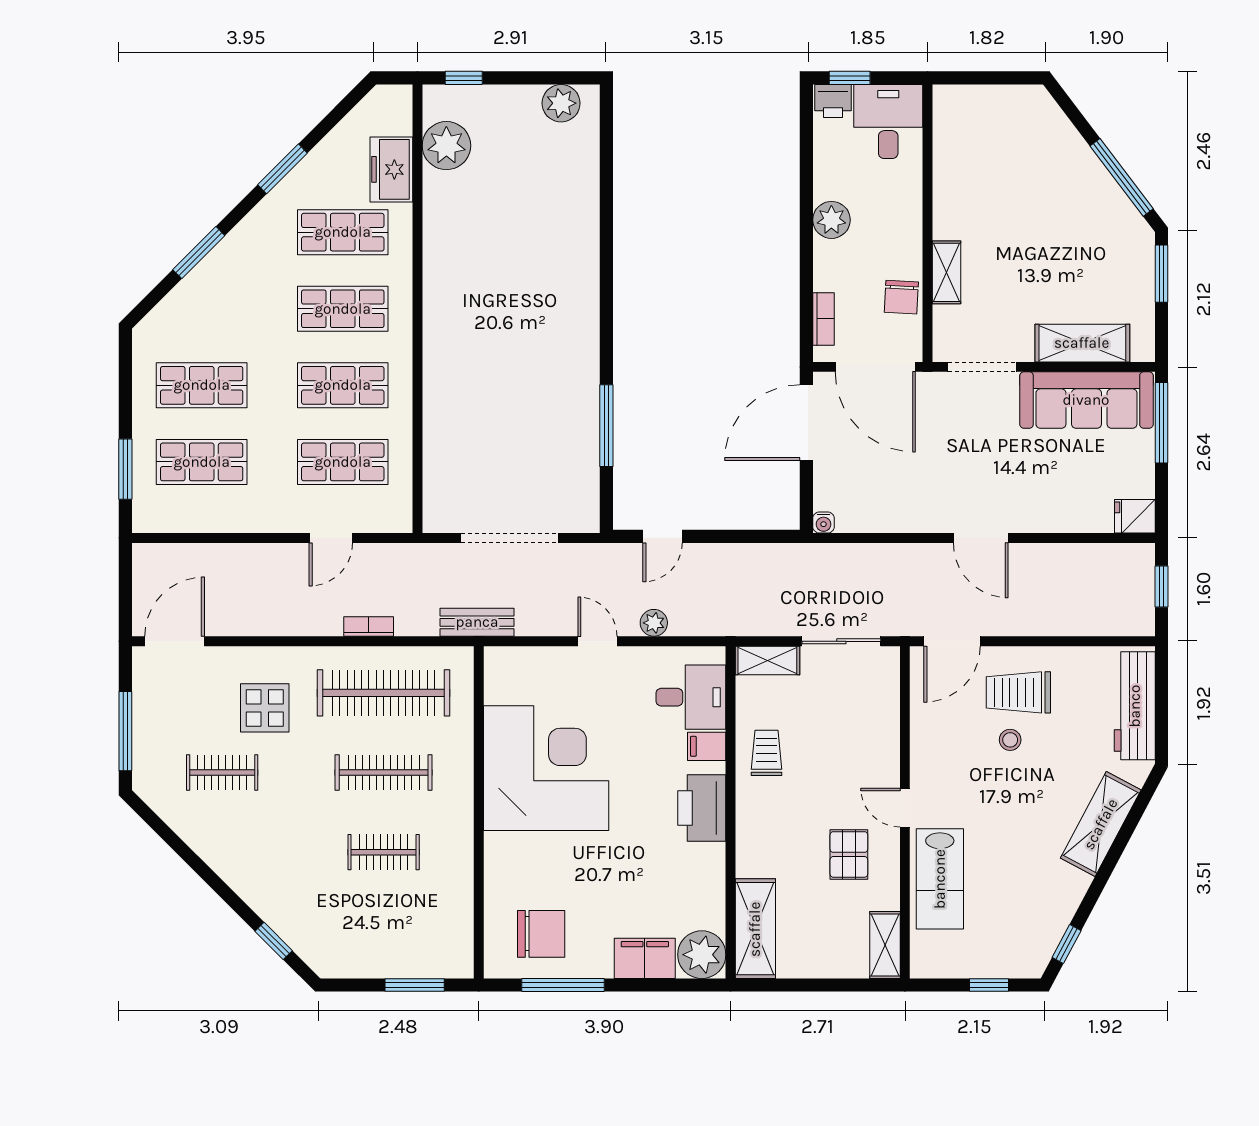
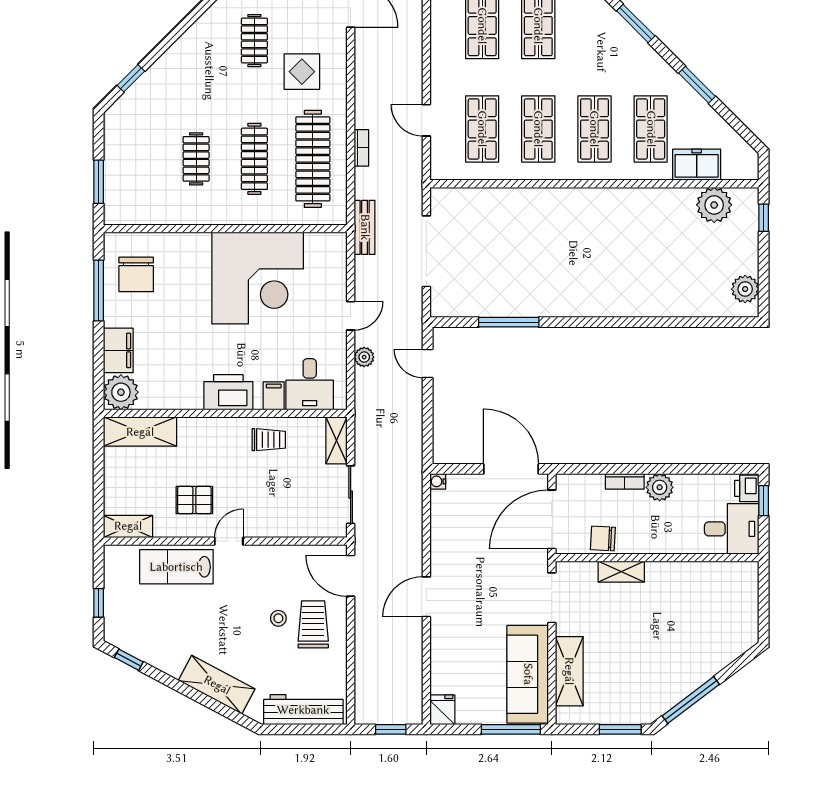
bookcase: (823, 319) -> (625, 481), moved

